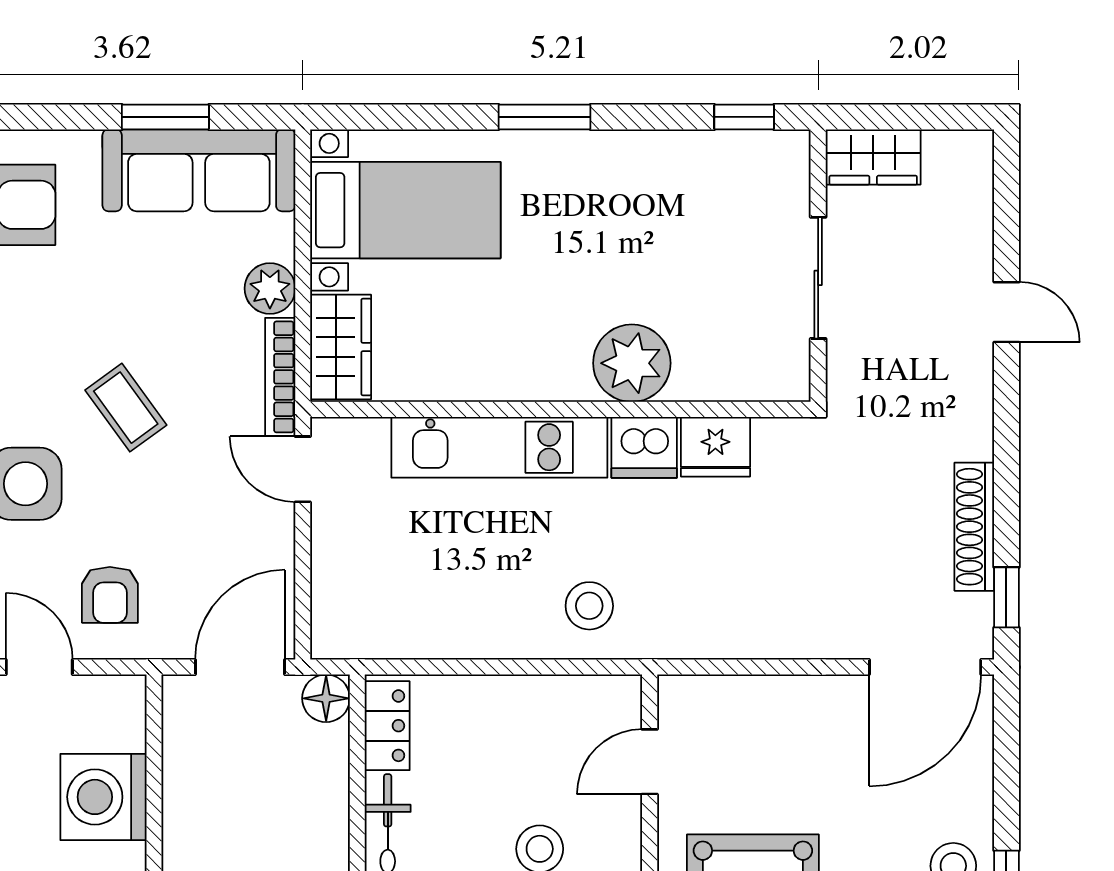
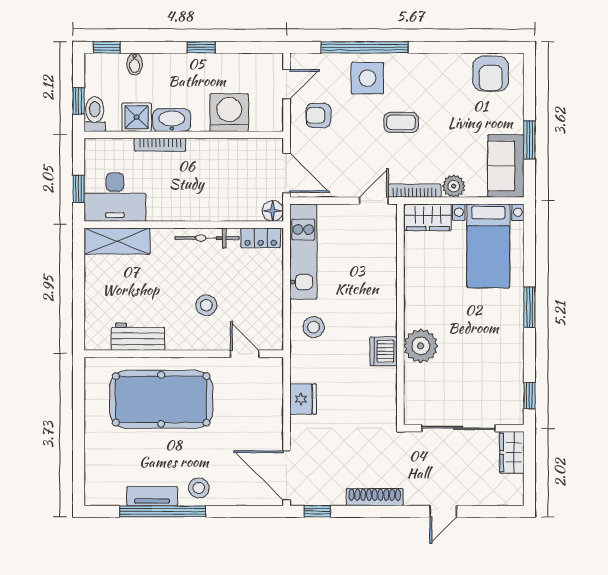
sofa: (199, 170) -> (506, 166), width x0.73
sliding door: (818, 278) -> (458, 428), width x1.37
coffee table: (126, 408) -> (401, 122), turned 36
kitchen unit: (499, 447) -> (303, 252), moved, turned 180
fridge: (715, 447) -> (303, 399), moved, turned 180
shoe rack: (974, 527) -> (375, 497), moved

